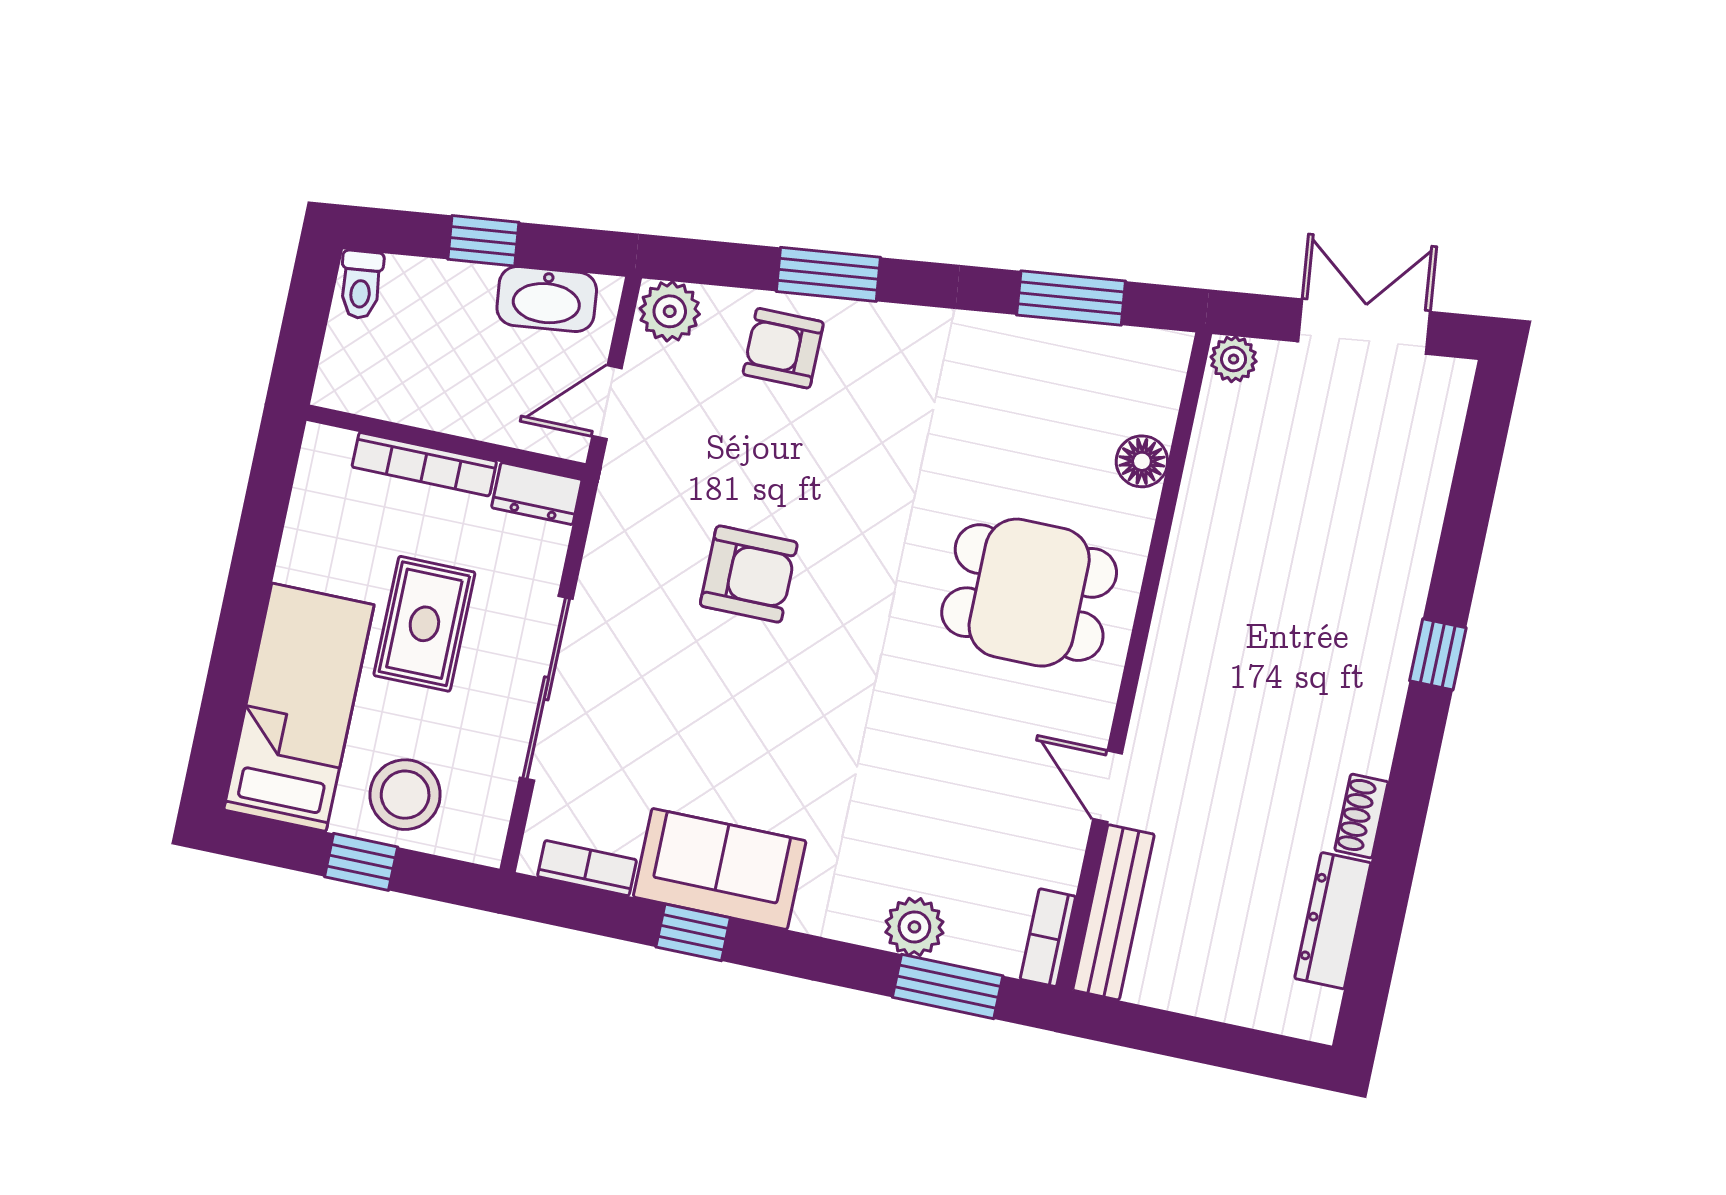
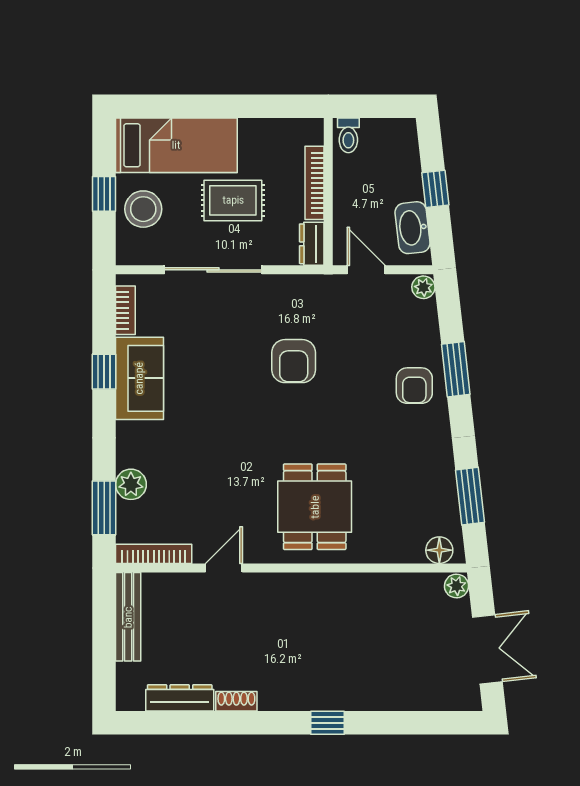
toilet: (361, 285) -> (348, 135), moved, turned -84
plant: (670, 311) -> (423, 287), width x0.73, depth x0.73
armchair: (783, 348) -> (414, 386), moved, turned 180
floor lamp: (1142, 461) -> (439, 550), moved
bench: (1114, 912) -> (128, 617), moved, turned 90
bookcase: (1048, 938) -> (154, 554), width x1.56

